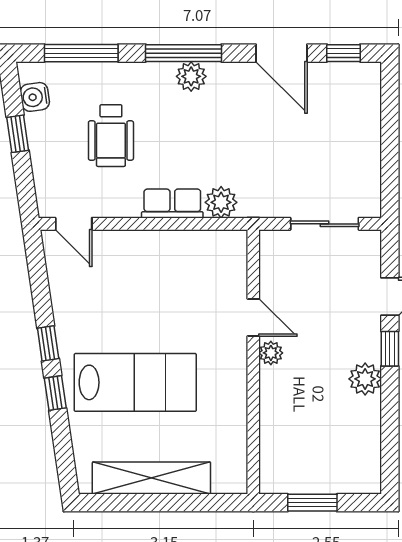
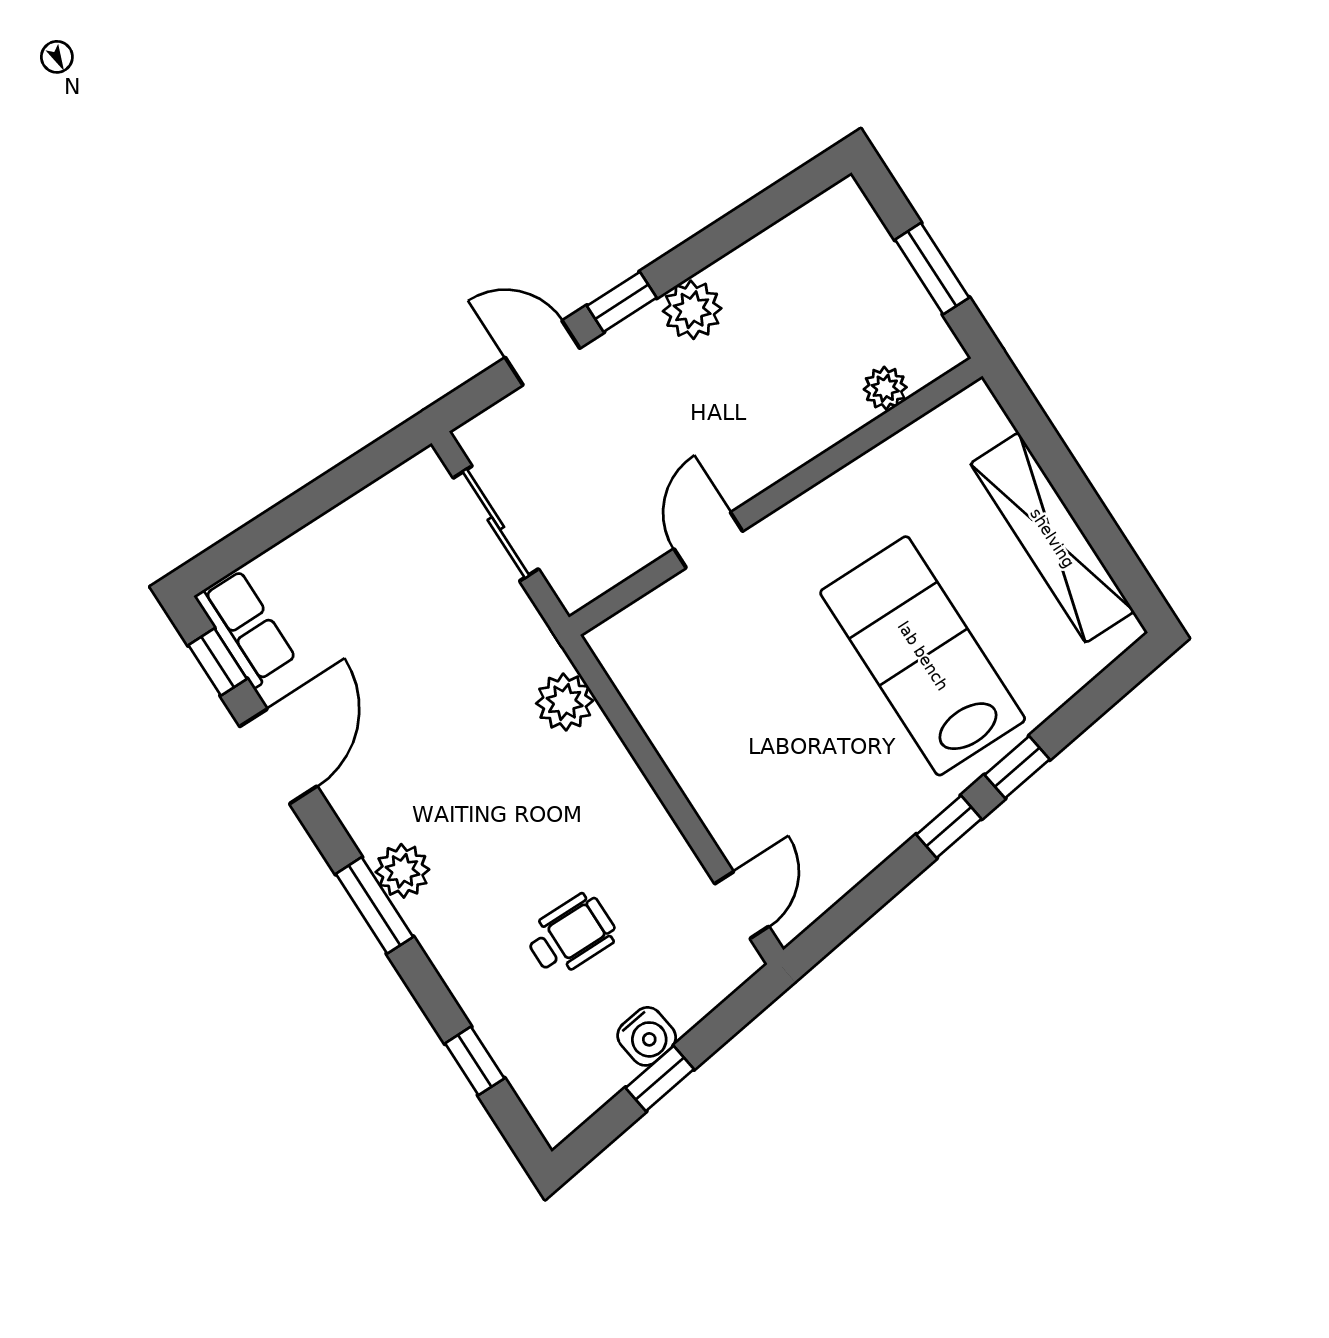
window: (81, 53) -> (475, 1061), width x0.46
window: (183, 53) -> (374, 905), width x0.69
water cooler: (35, 97) -> (647, 1036), moved
wheelchair: (111, 136) -> (571, 935), width x0.73, depth x0.73
row of seats: (172, 203) -> (246, 628), moved, turned 180
plant: (271, 353) -> (885, 388), moved

